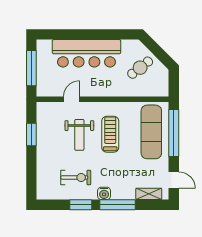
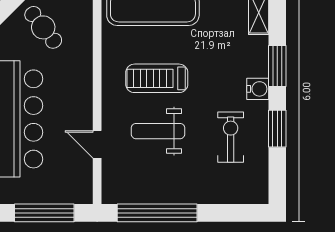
window: (31, 134) -> (157, 213), width x2.11
weight bench: (79, 135) -> (158, 131), turned 180
window: (117, 205) -> (277, 66), width x0.69

